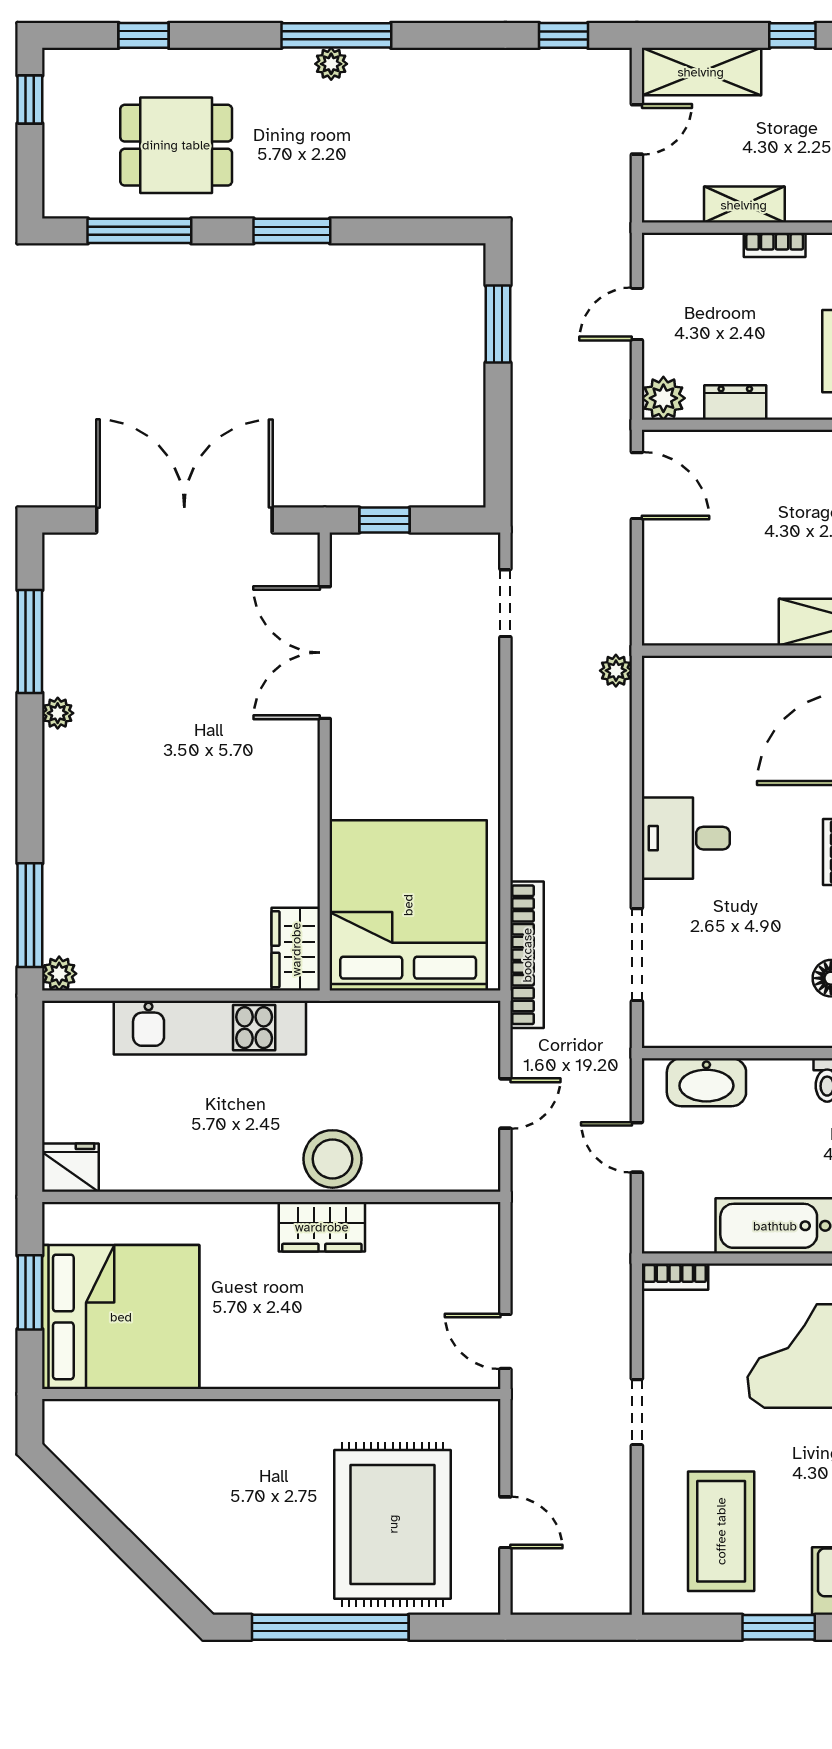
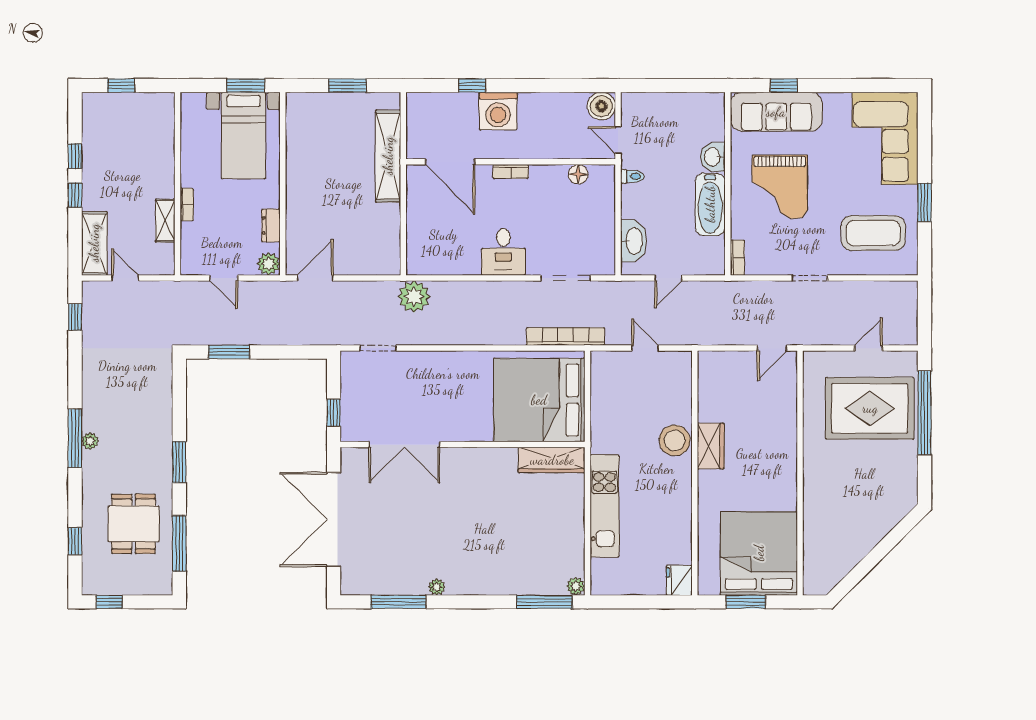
plant: (616, 671) -> (414, 297), width x1.88, depth x1.88
wardrobe: (296, 949) -> (552, 460), width x1.50
window: (330, 1627) -> (924, 413), moved

